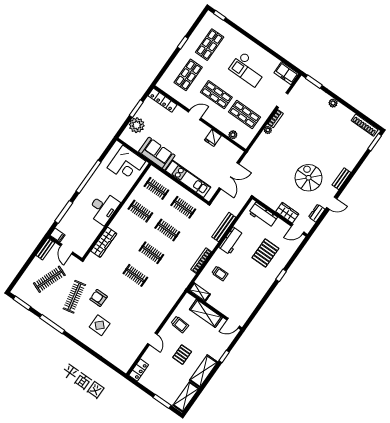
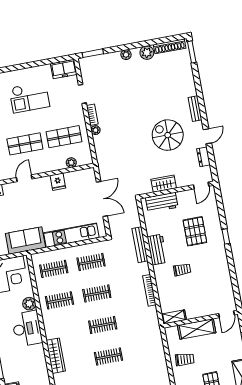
plant: (347, 115) -> (147, 53), added
plant: (120, 194) -> (29, 304), added
wardrobe: (287, 213) -> (164, 184), moved
trolley: (220, 273) -> (182, 270), moved

